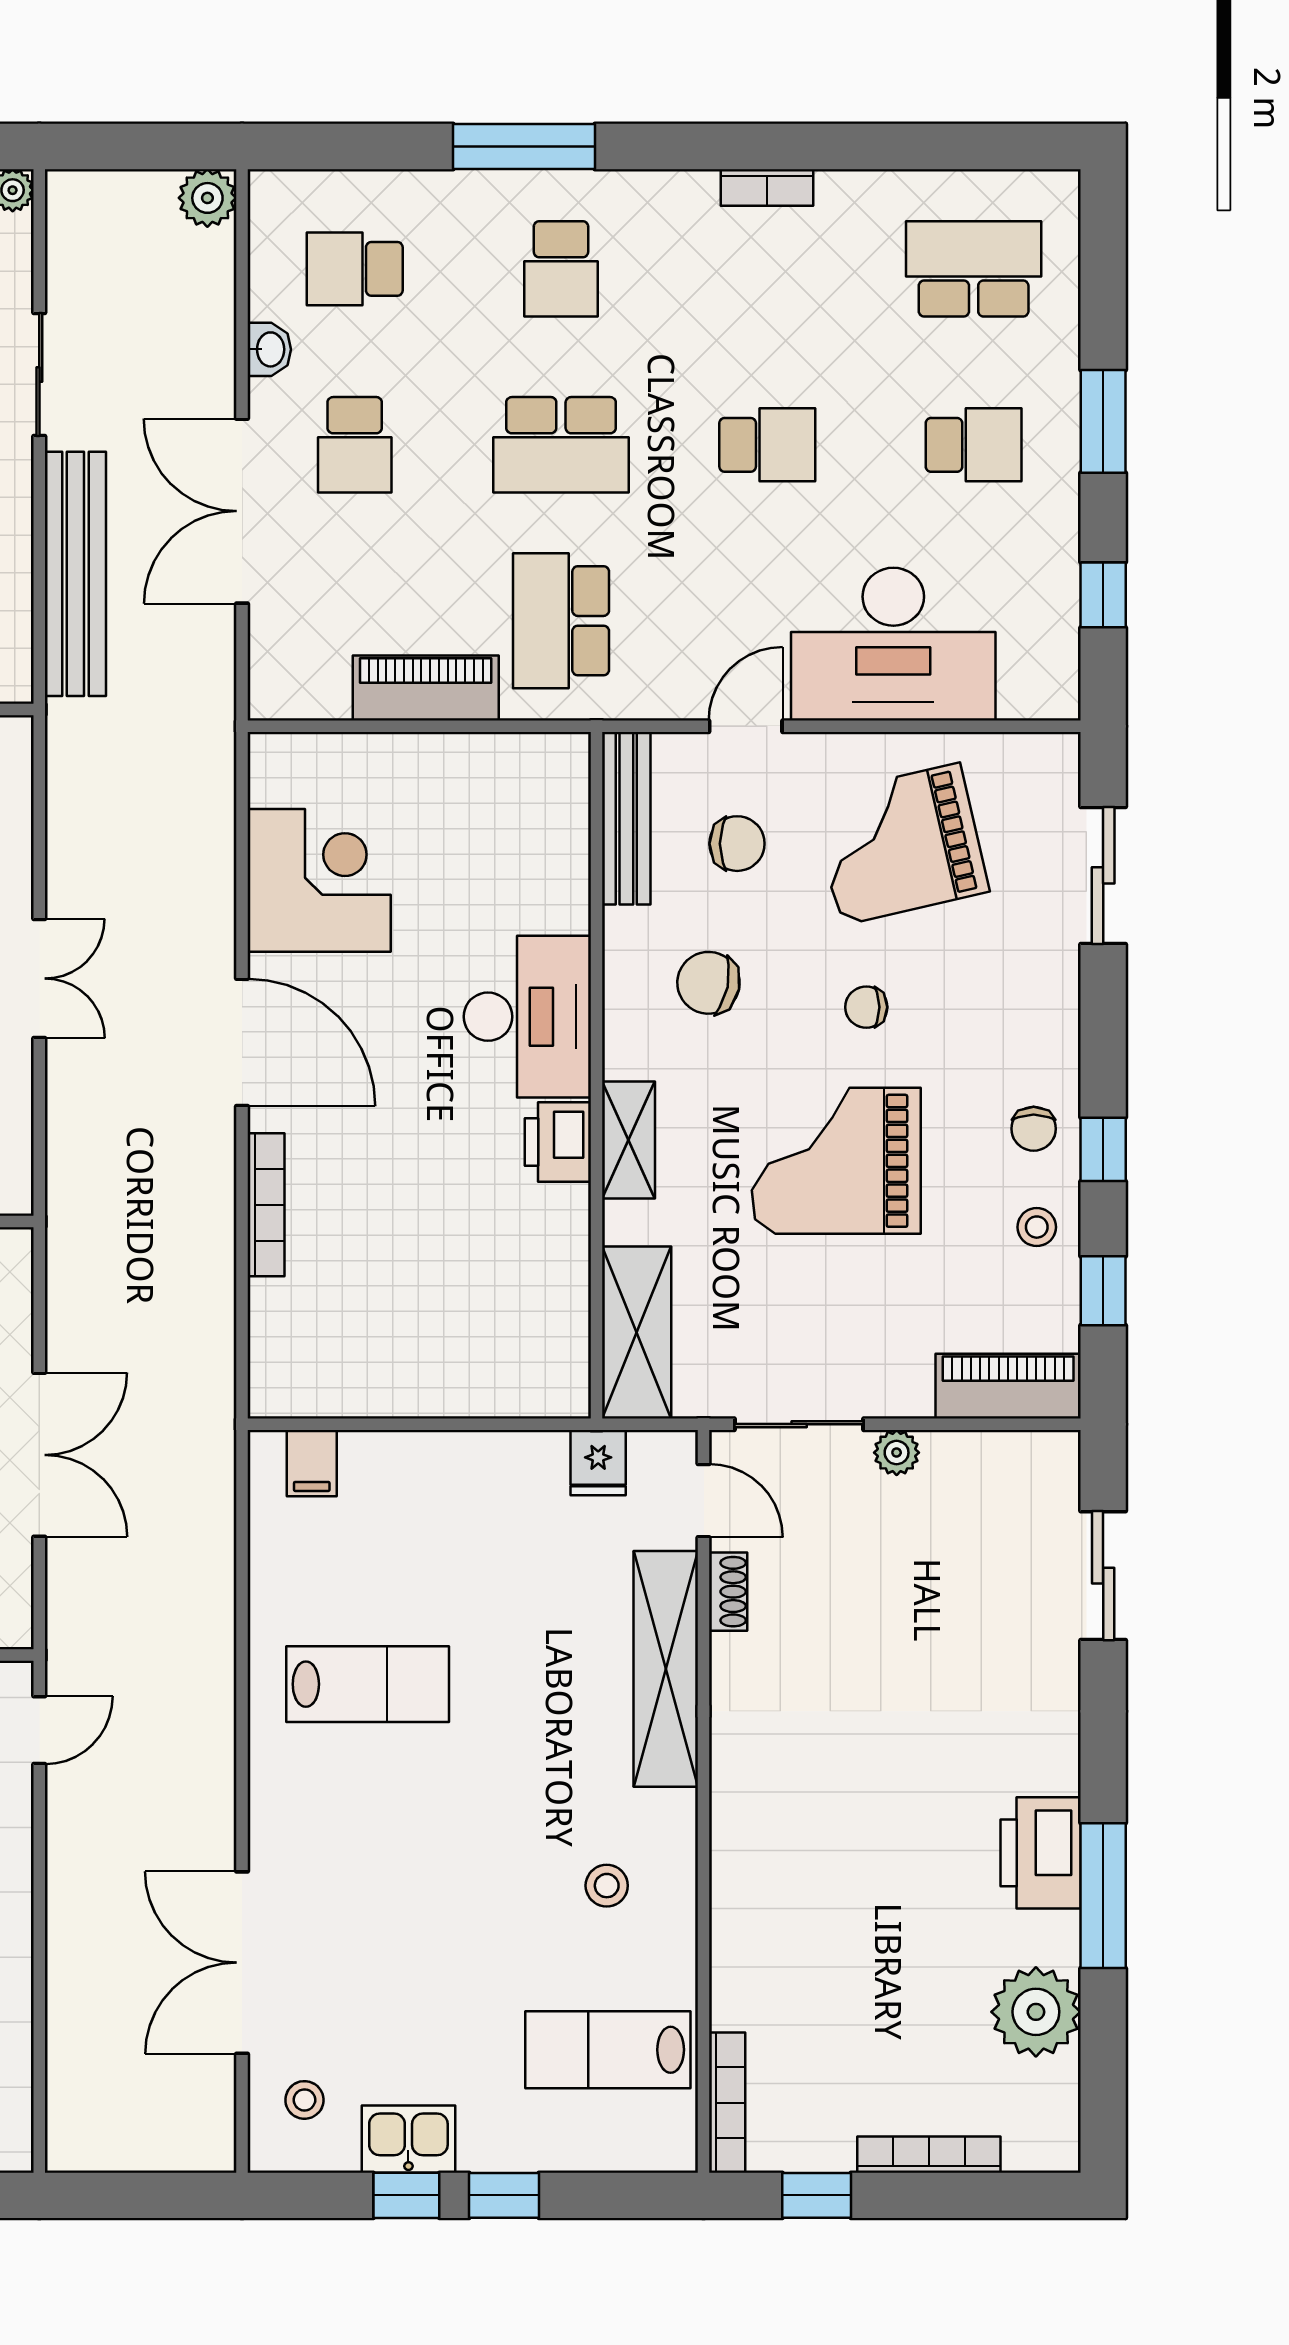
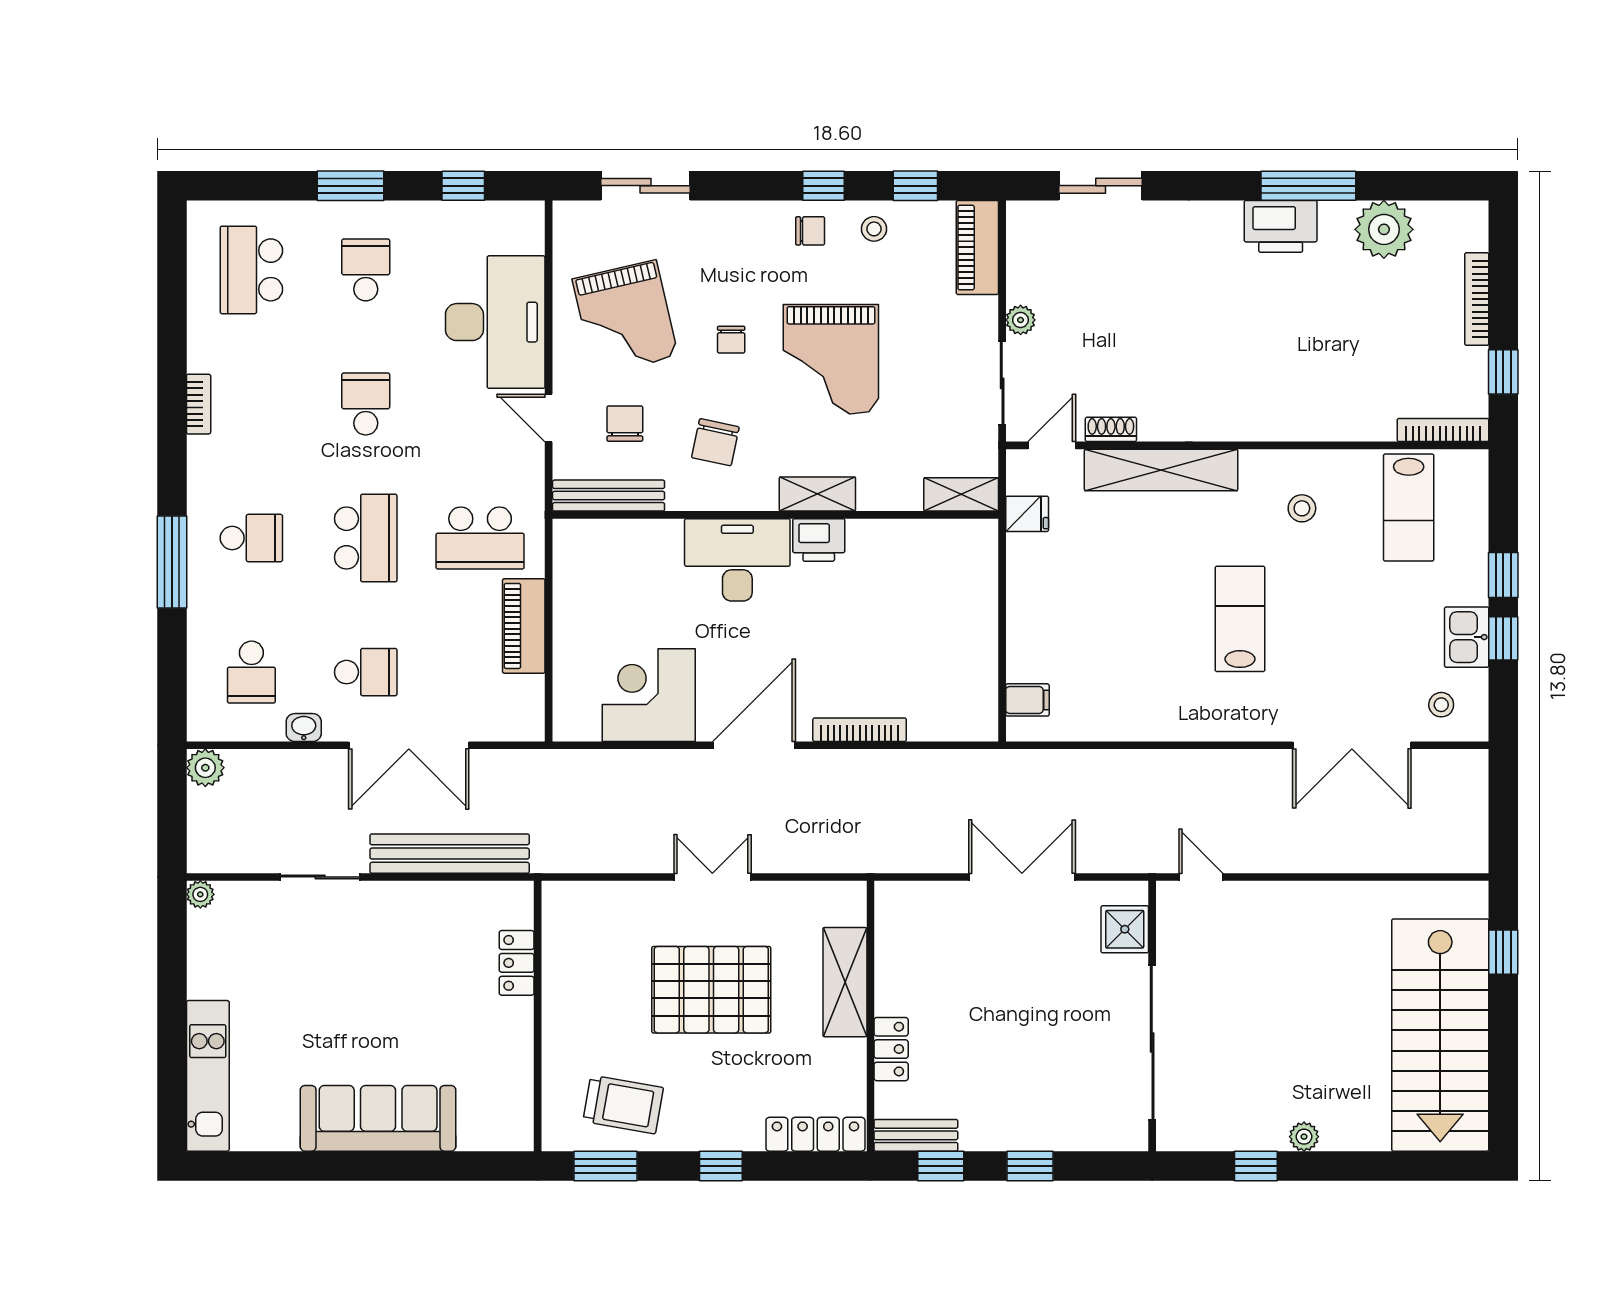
shelving: (637, 1332) -> (961, 494), width x0.67, depth x0.75
lab bench: (368, 1684) -> (1240, 619), moved

